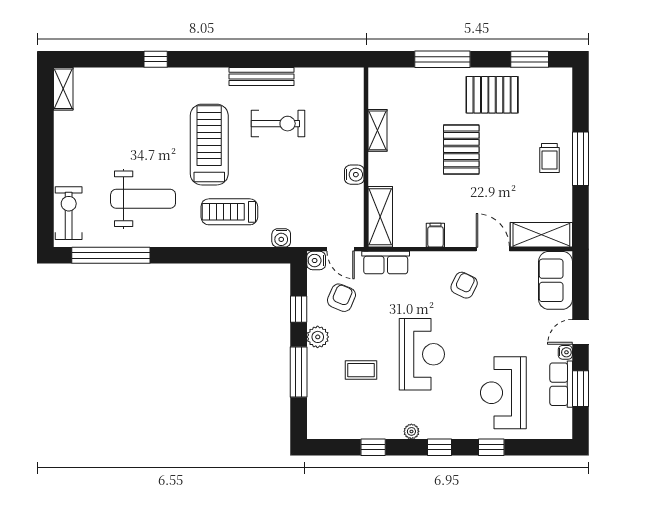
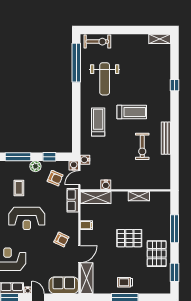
treadmill: (209, 145) -> (132, 112), width x0.73, depth x0.73
water cooler: (354, 175) -> (106, 185), moved
water cooler: (281, 238) -> (85, 160), moved

